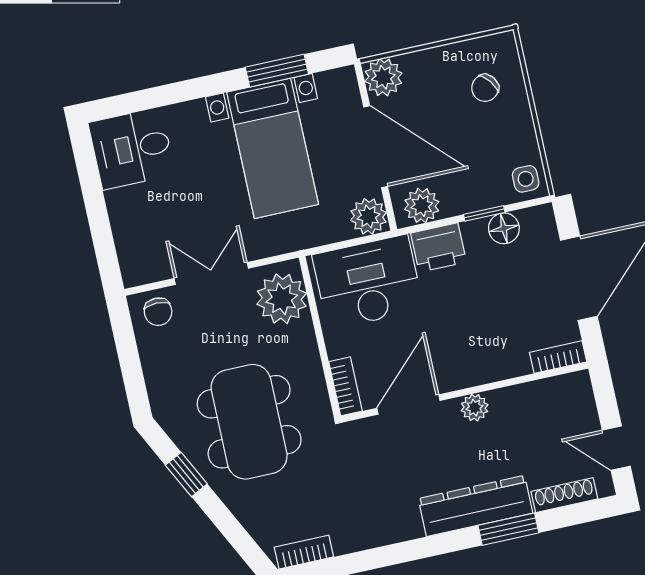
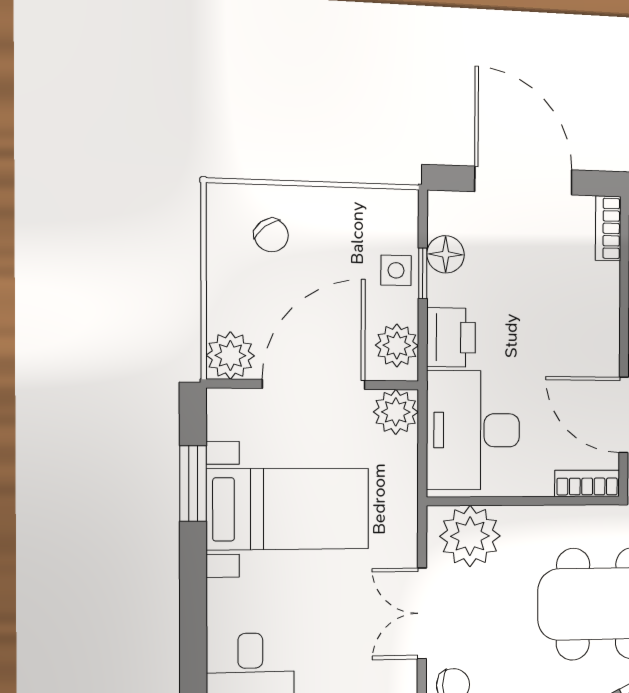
side table: (526, 179) -> (396, 270), moved

